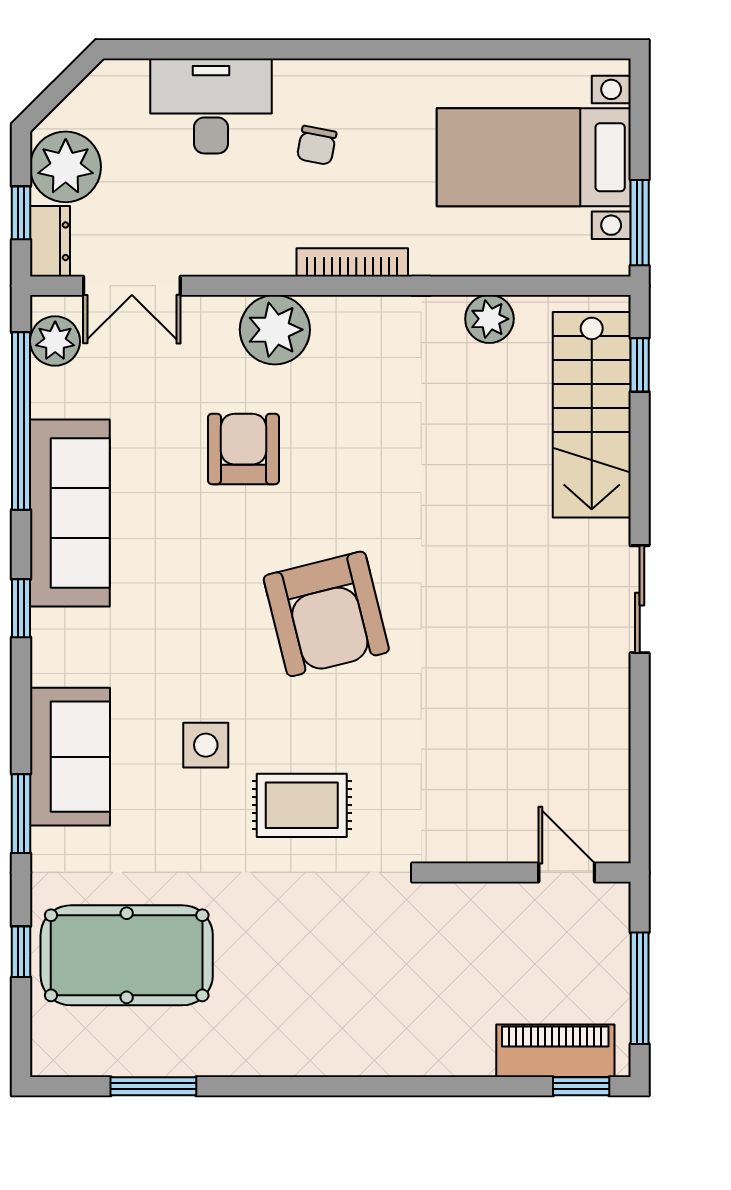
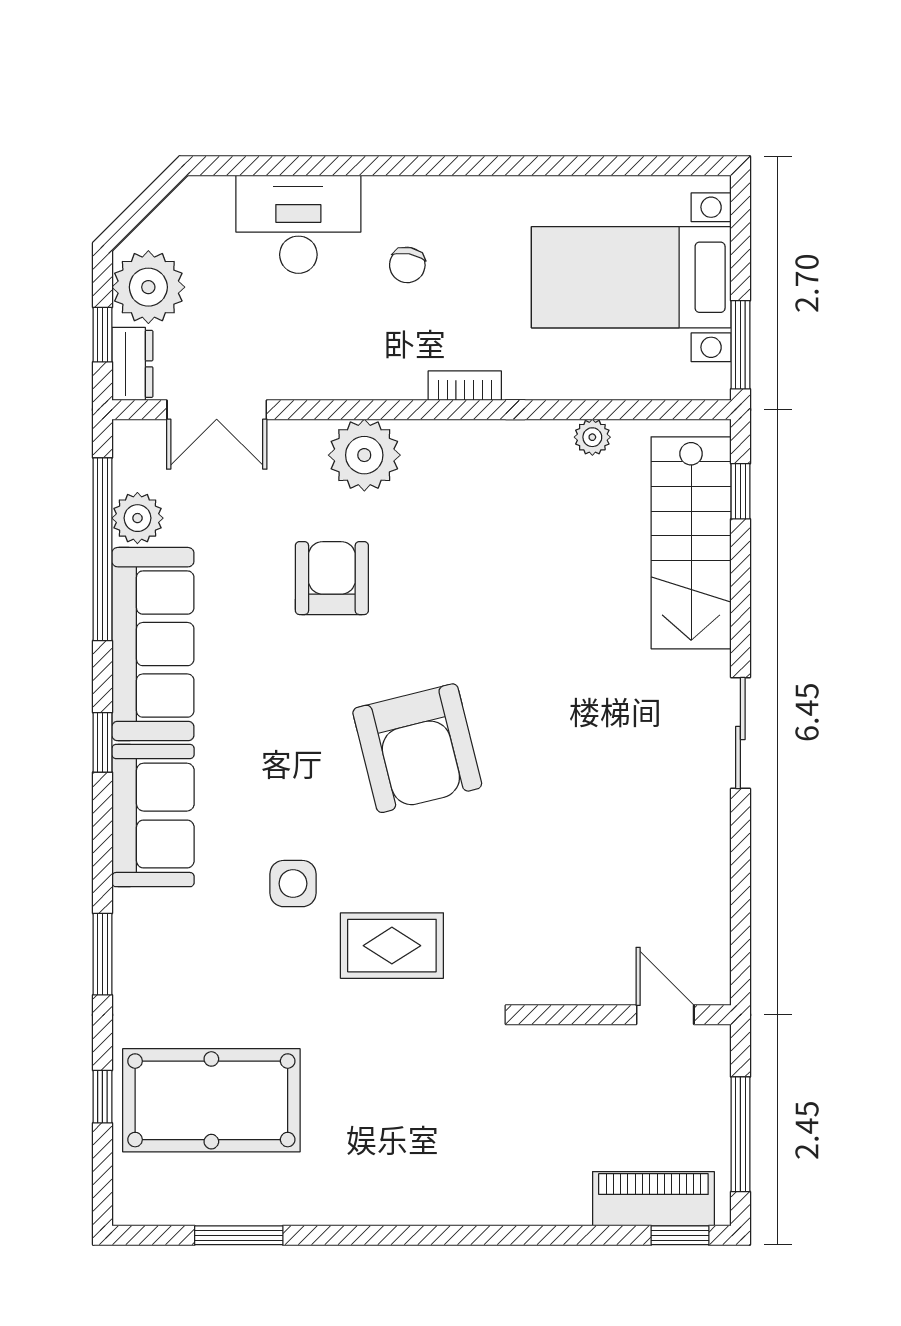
bookcase: (352, 262) -> (465, 386), width x0.64
plant: (489, 319) -> (592, 437), width x0.73, depth x0.73
plant: (55, 341) -> (137, 518), moved
sofa: (70, 757) -> (153, 816), moved

